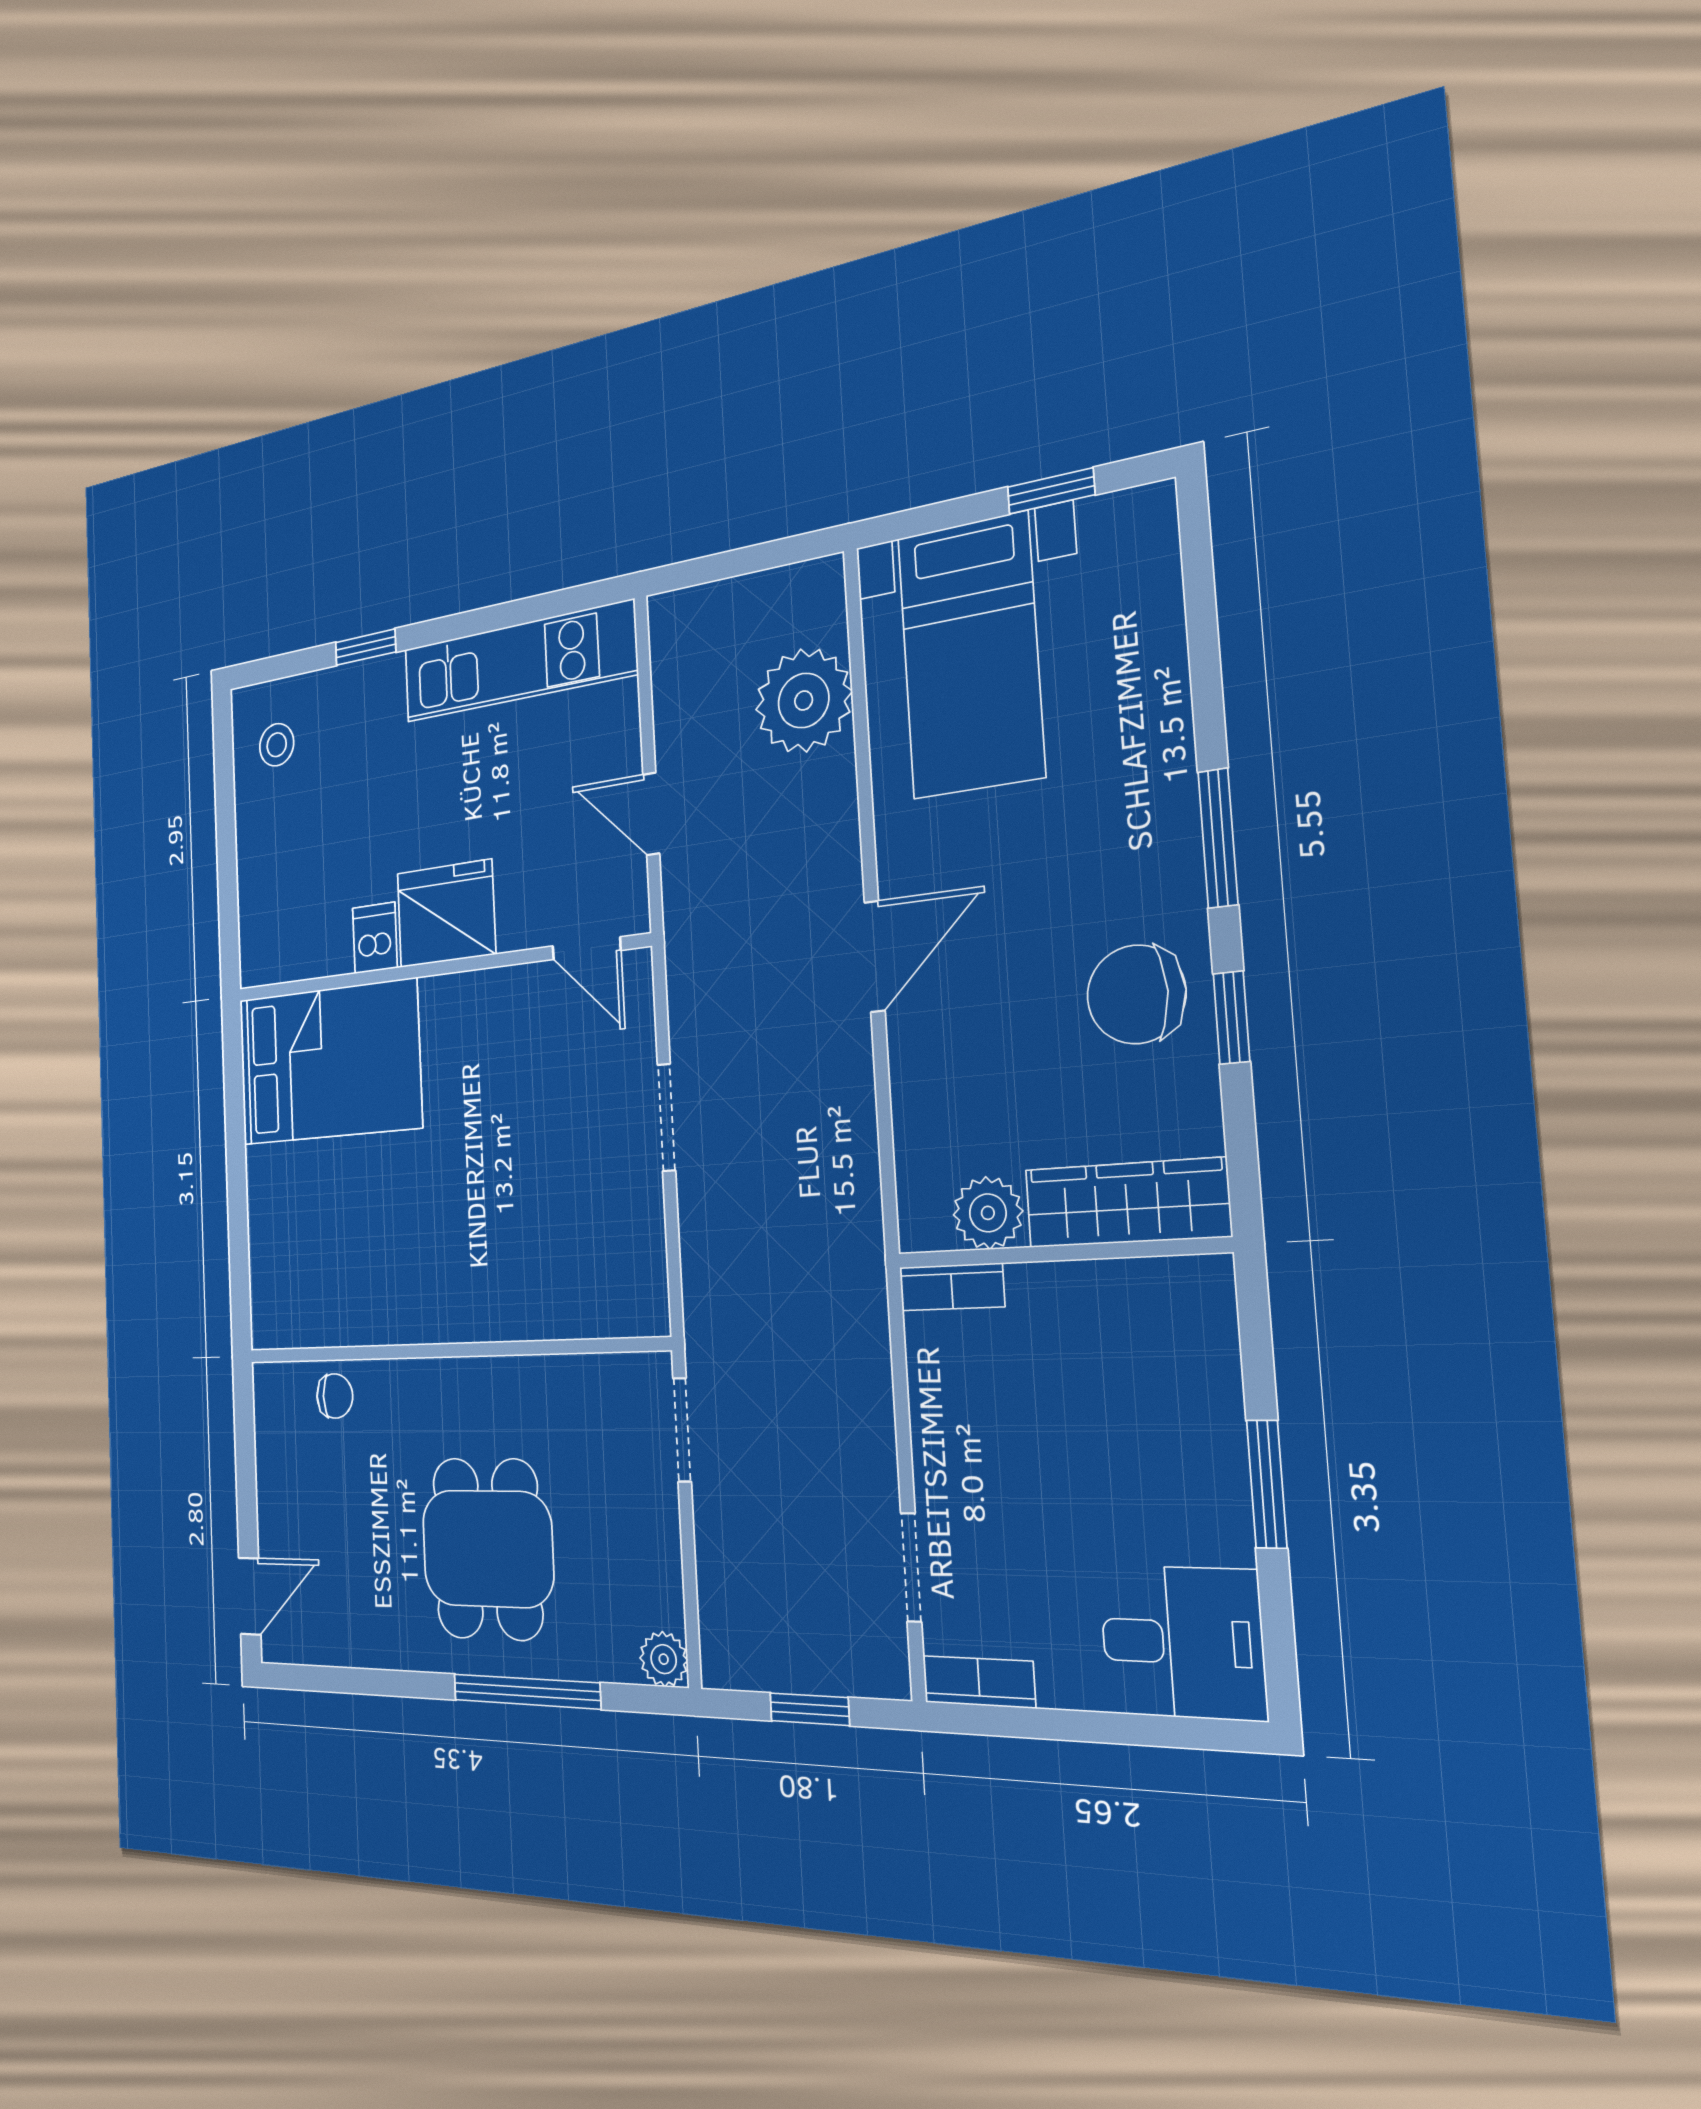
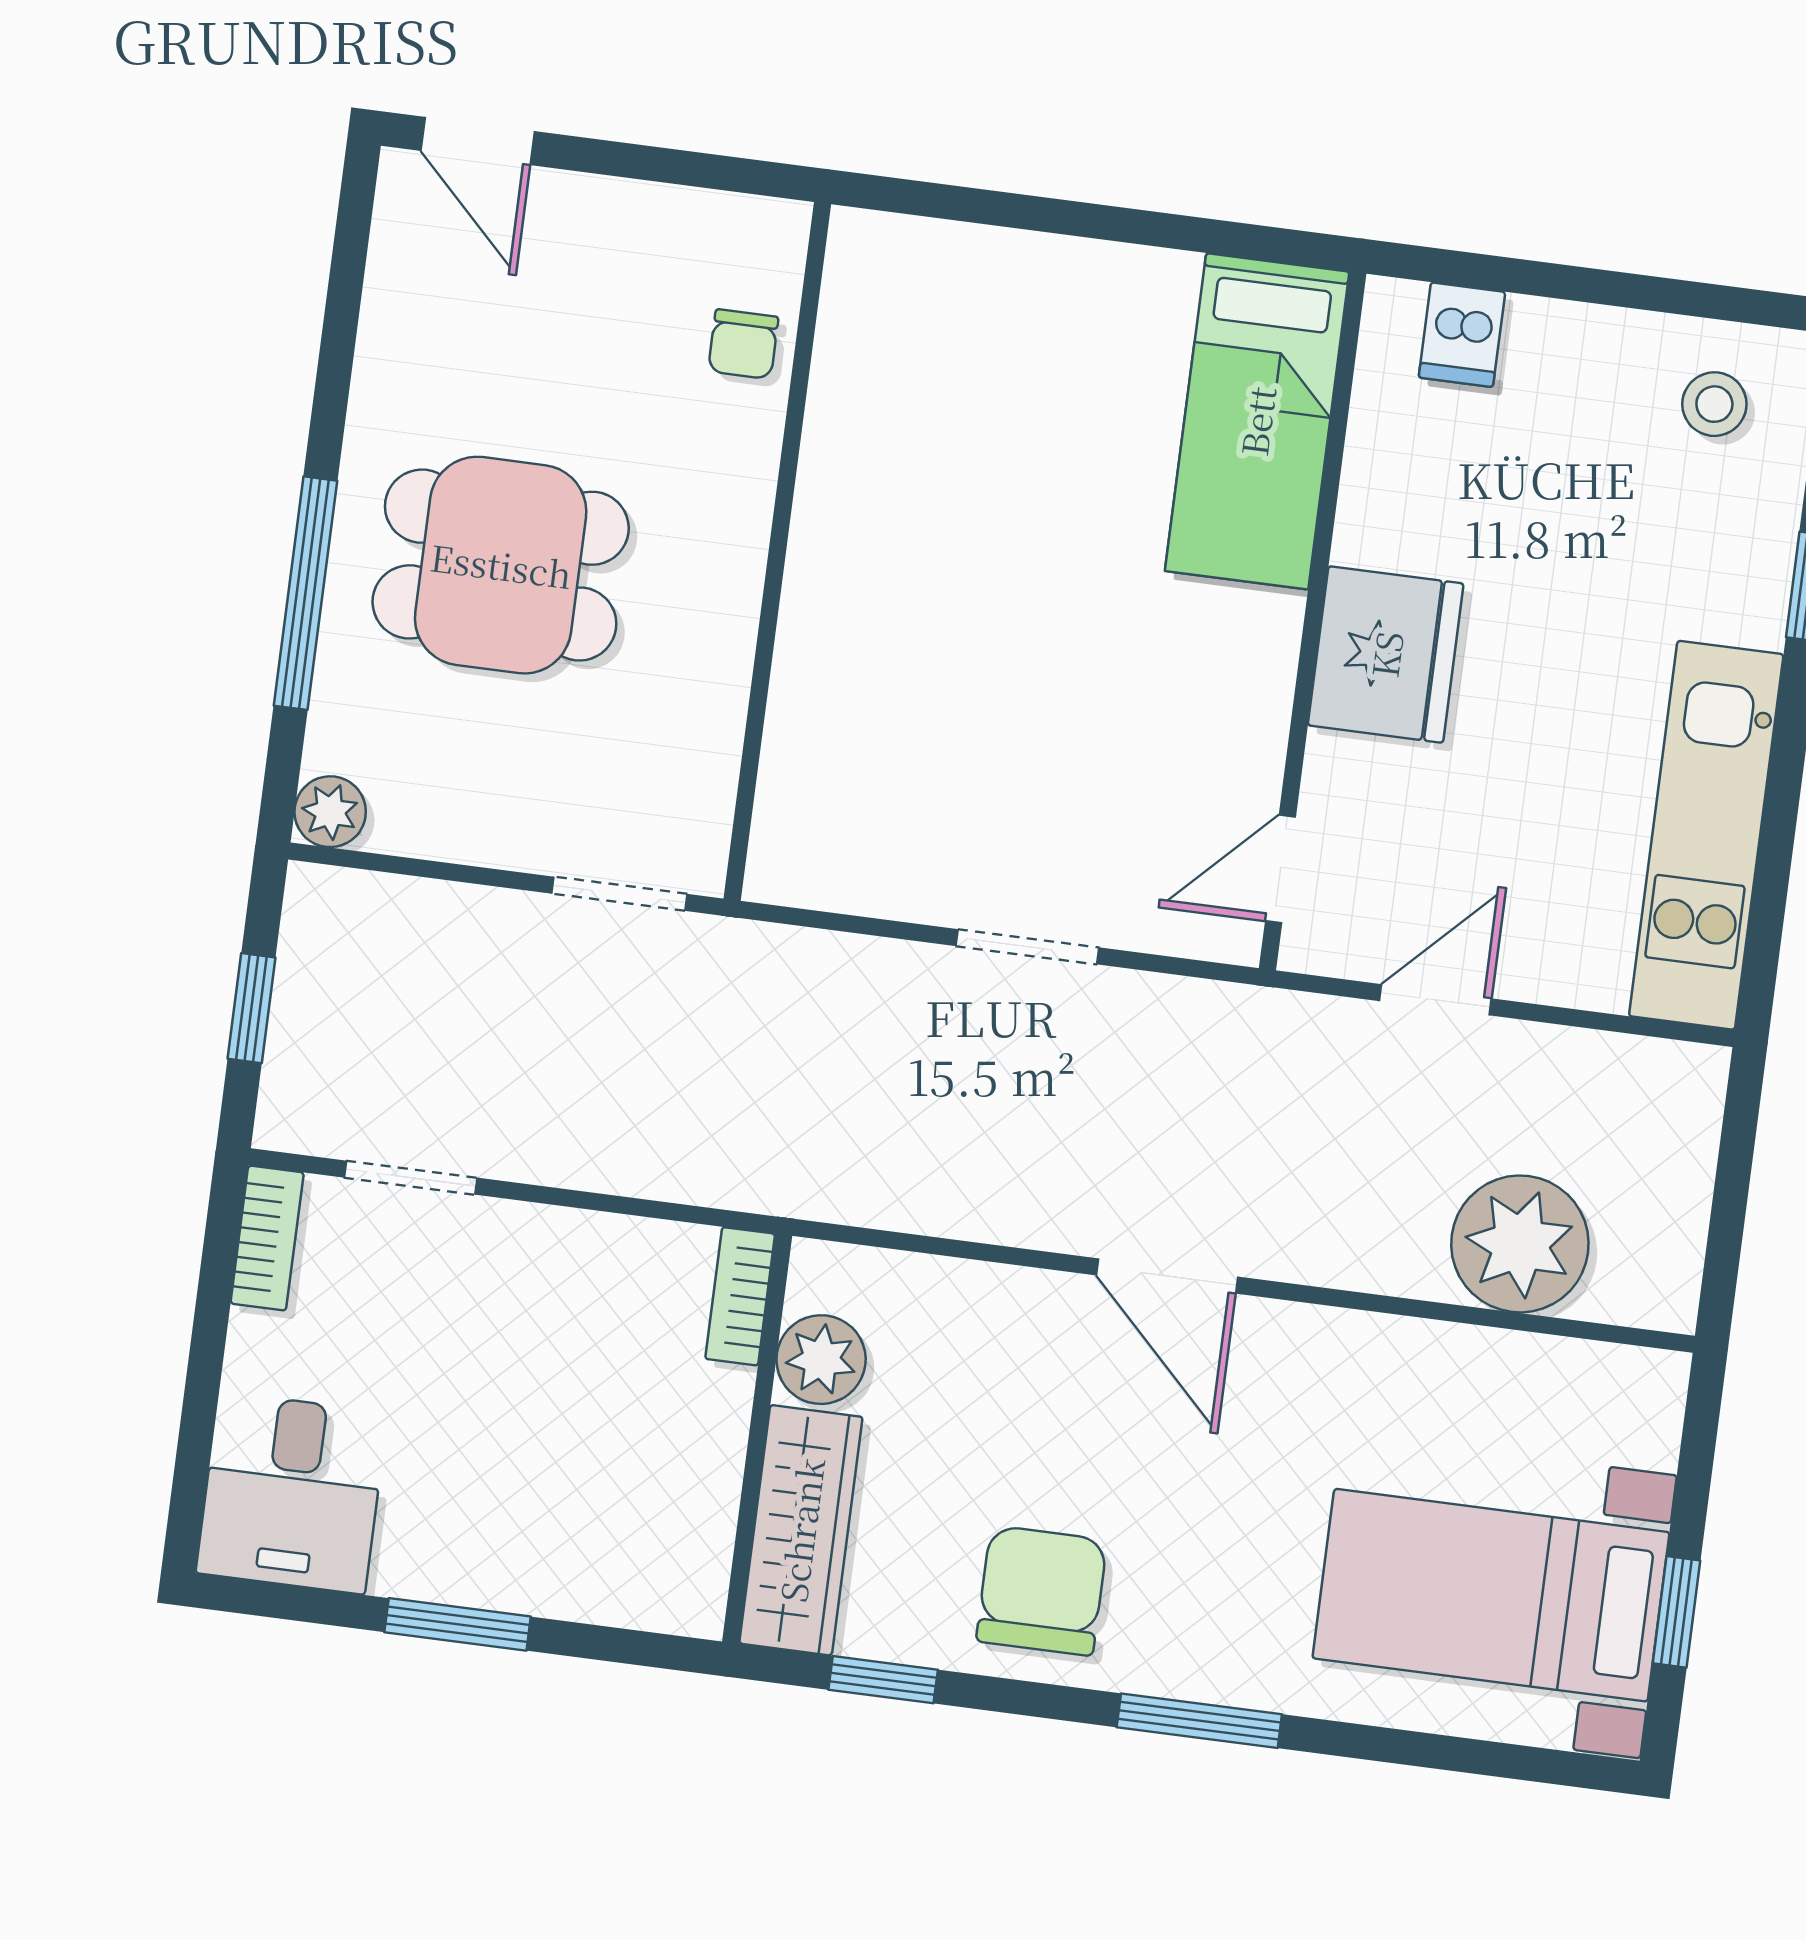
bed with nightstands: (971, 656) -> (1491, 1595), moved
dishwasher: (375, 938) -> (1462, 335), moved, turned 90
window: (1232, 1017) -> (883, 1680), moved
bed: (329, 1063) -> (1257, 421), width x0.67

